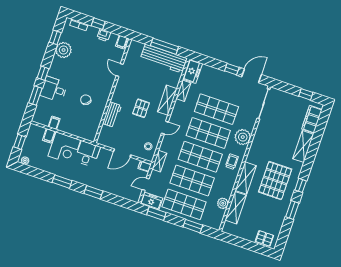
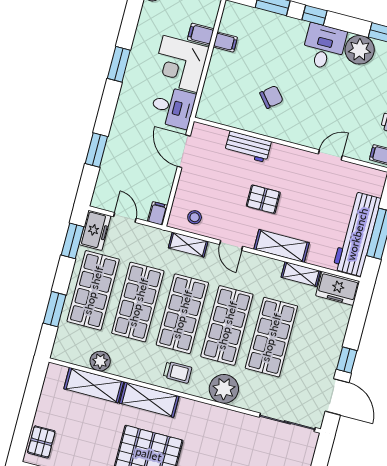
desk: (54, 89) -> (324, 47), moved
door: (122, 153) -> (184, 151), moved
shelving: (159, 161) -> (188, 245), moved
window: (93, 192) -> (96, 150), moved

